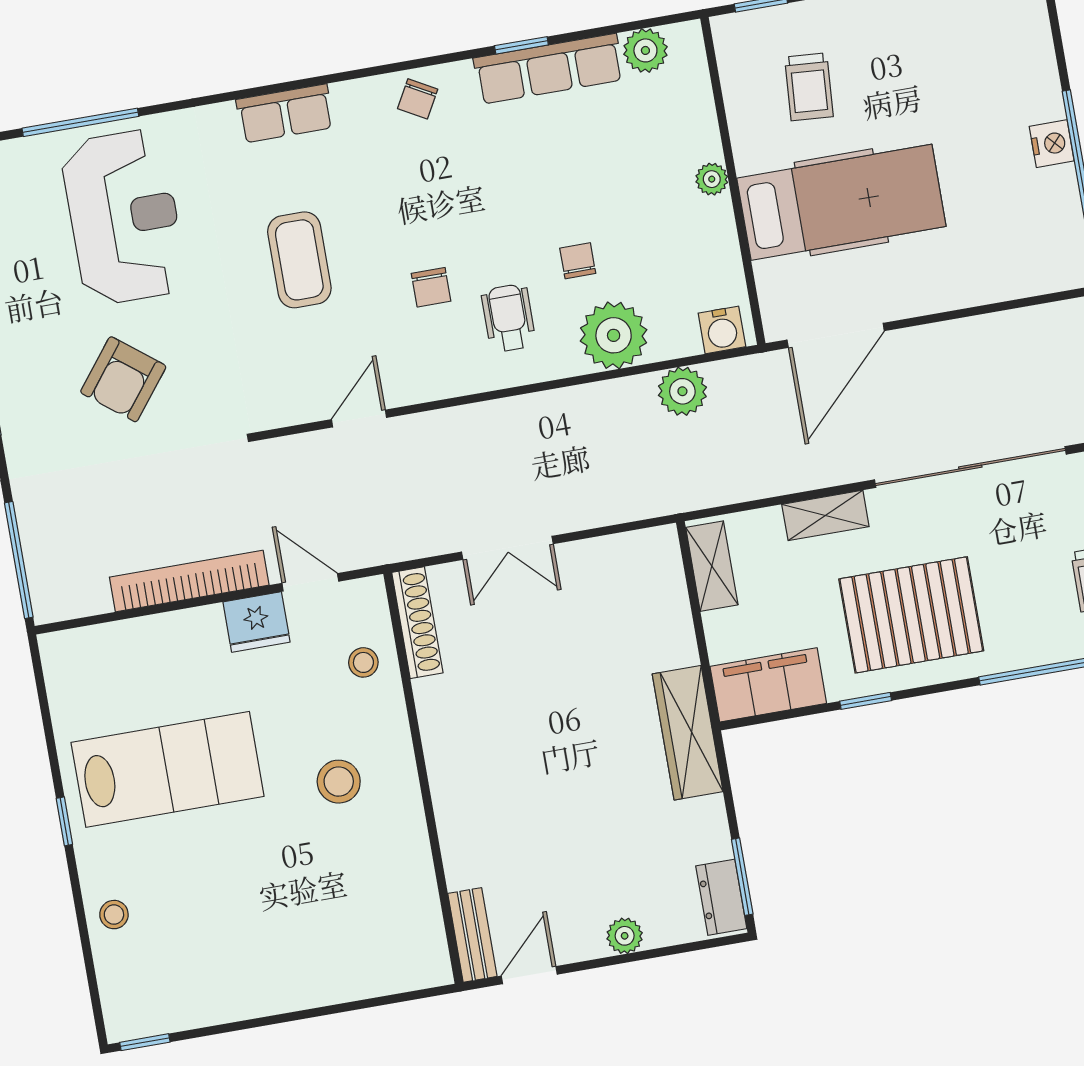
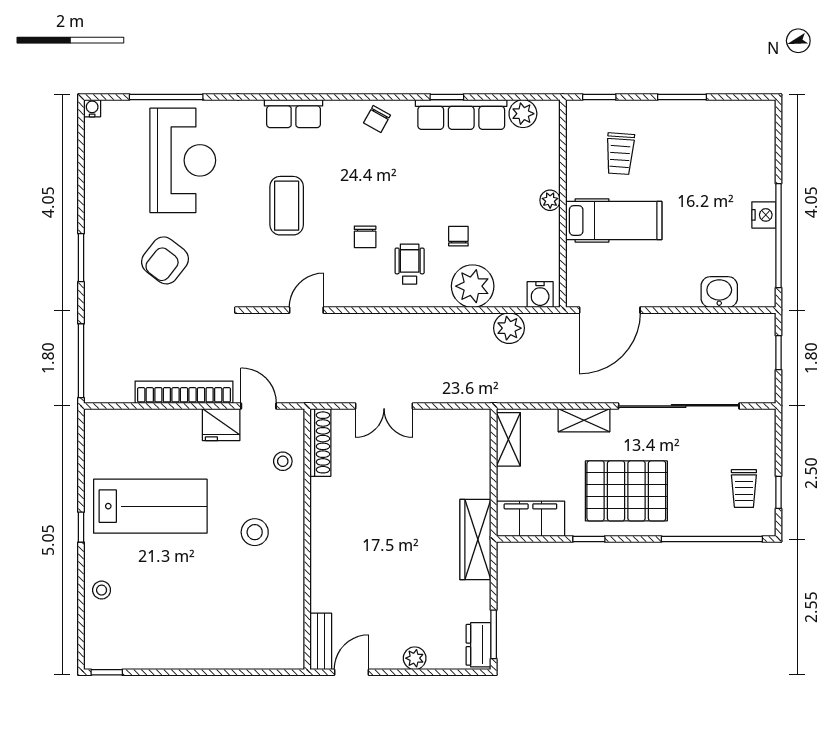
hospital bed: (841, 202) -> (614, 221), width x0.73, depth x0.78
washbasin: (1003, 277) -> (719, 292), added

